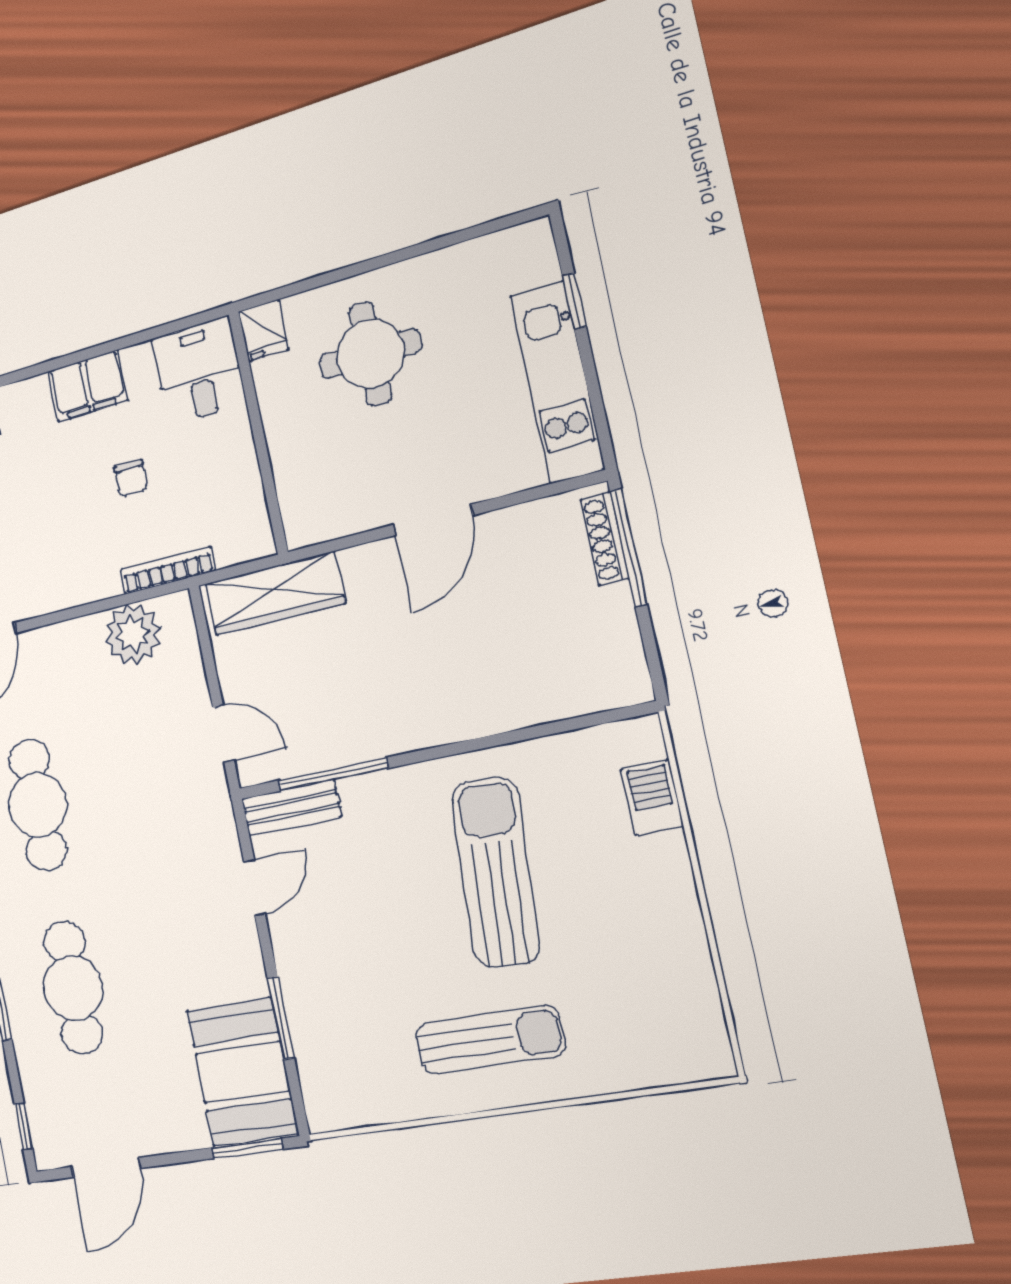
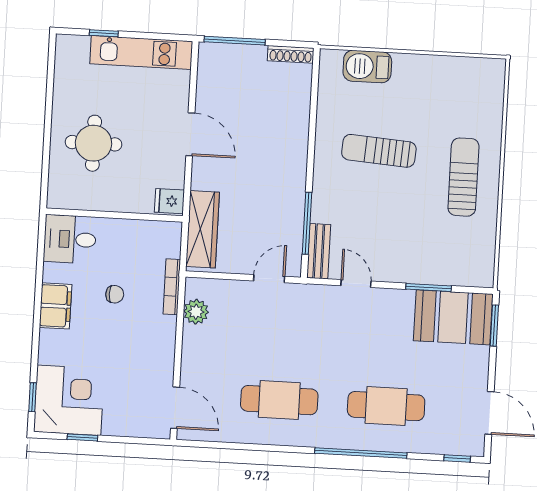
fridge: (263, 330) -> (169, 201), moved, turned 180
shoe rack: (605, 539) -> (291, 54), moved
plant: (133, 634) -> (196, 312), width x0.73, depth x0.73
barbecue: (652, 798) -> (367, 67), width x1.38, depth x1.27
sun lounger: (496, 872) -> (379, 151), width x0.73, depth x0.75

